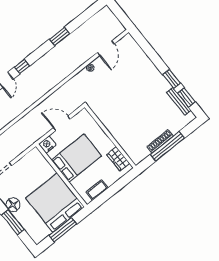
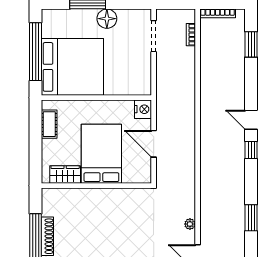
door: (62, 123) -> (154, 144), swing flipped
bed: (76, 158) -> (101, 154), moved, turned 180
window: (63, 230) -> (36, 52), width x1.46

